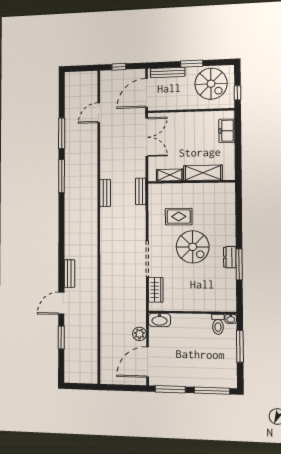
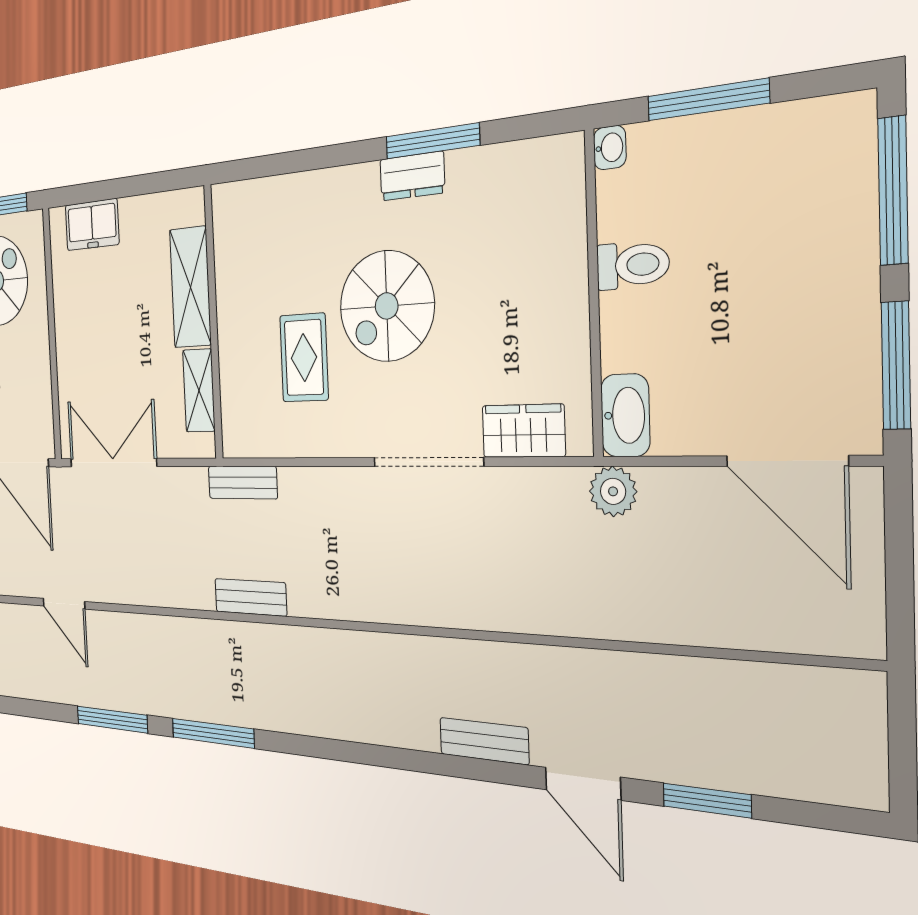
spiral stairs: (193, 247) -> (387, 306), turned 180
toilet: (218, 324) -> (633, 265), moved
plant: (139, 334) -> (613, 491), moved

